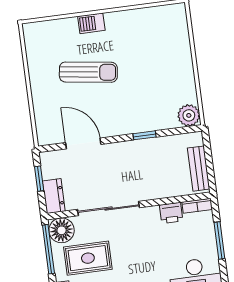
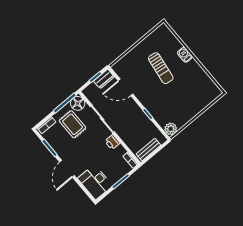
door: (83, 143) -> (125, 87), swing flipped
dresser: (54, 196) -> (104, 79), moved
printer: (171, 213) -> (112, 142), moved

